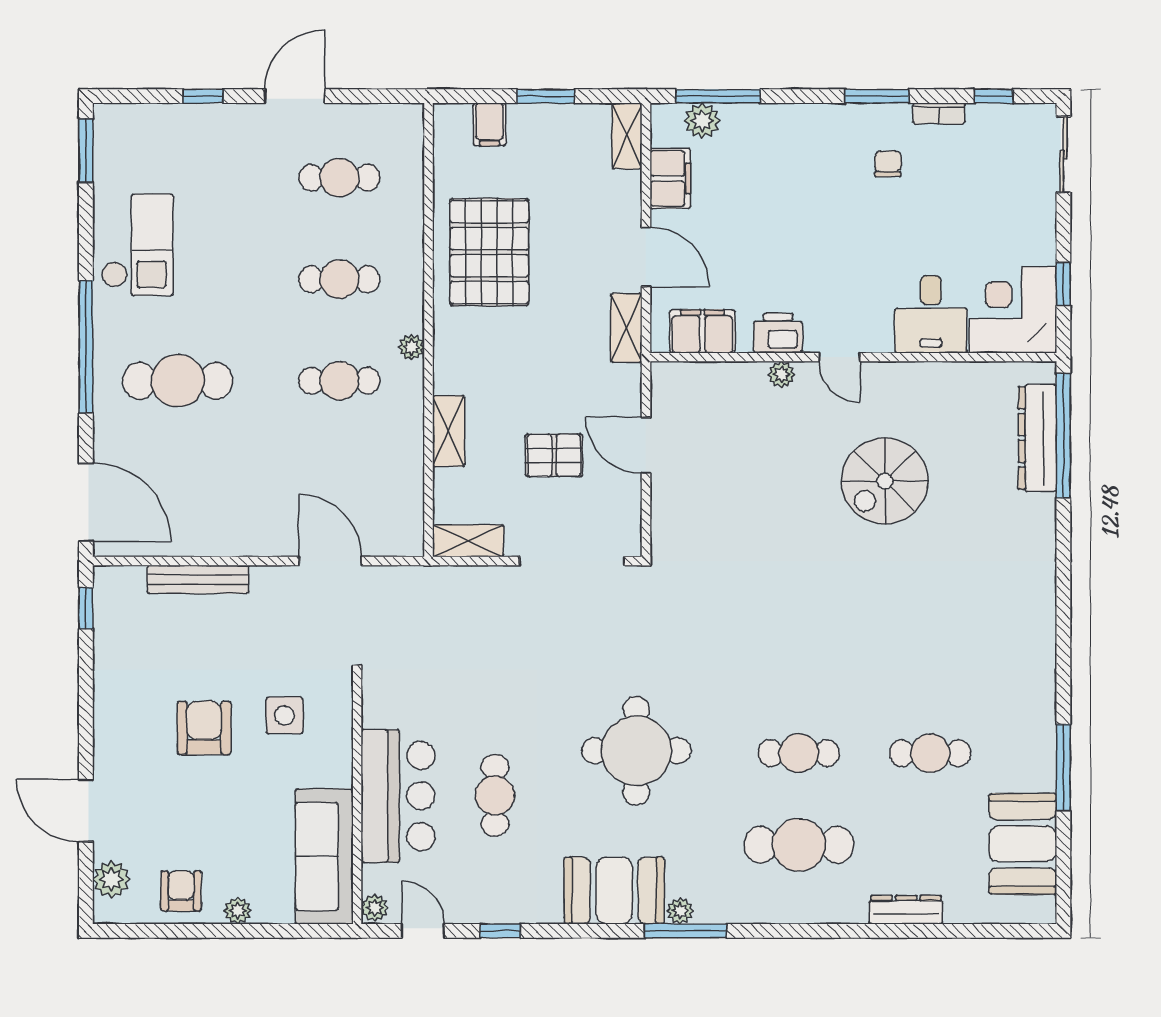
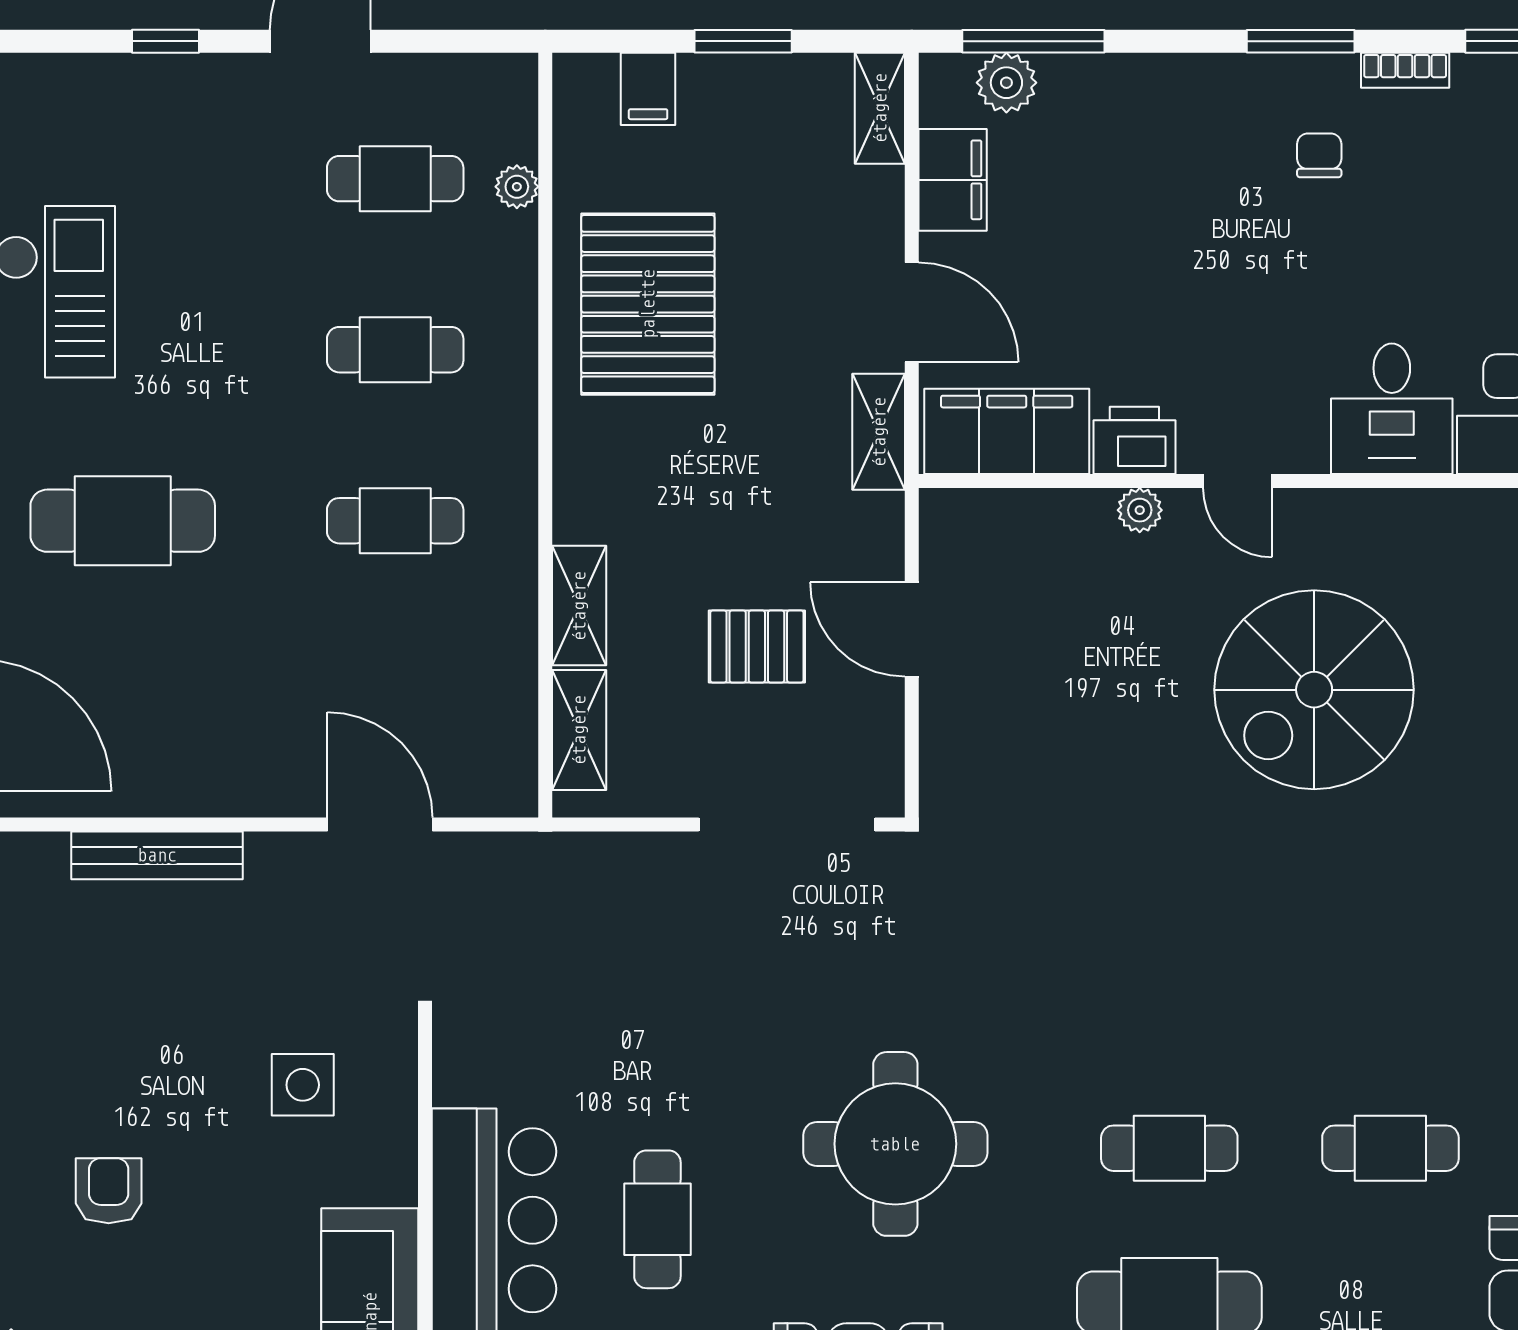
filing cabinet: (702, 331) -> (1007, 431), width x1.50, depth x1.17
plant: (412, 347) -> (517, 187), moved
spiral stairs: (885, 481) -> (1314, 690), width x1.37, depth x1.37
shelving: (468, 541) -> (579, 730), moved, turned 90
armchair: (204, 728) -> (109, 1191), moved, width x0.72, depth x0.72

